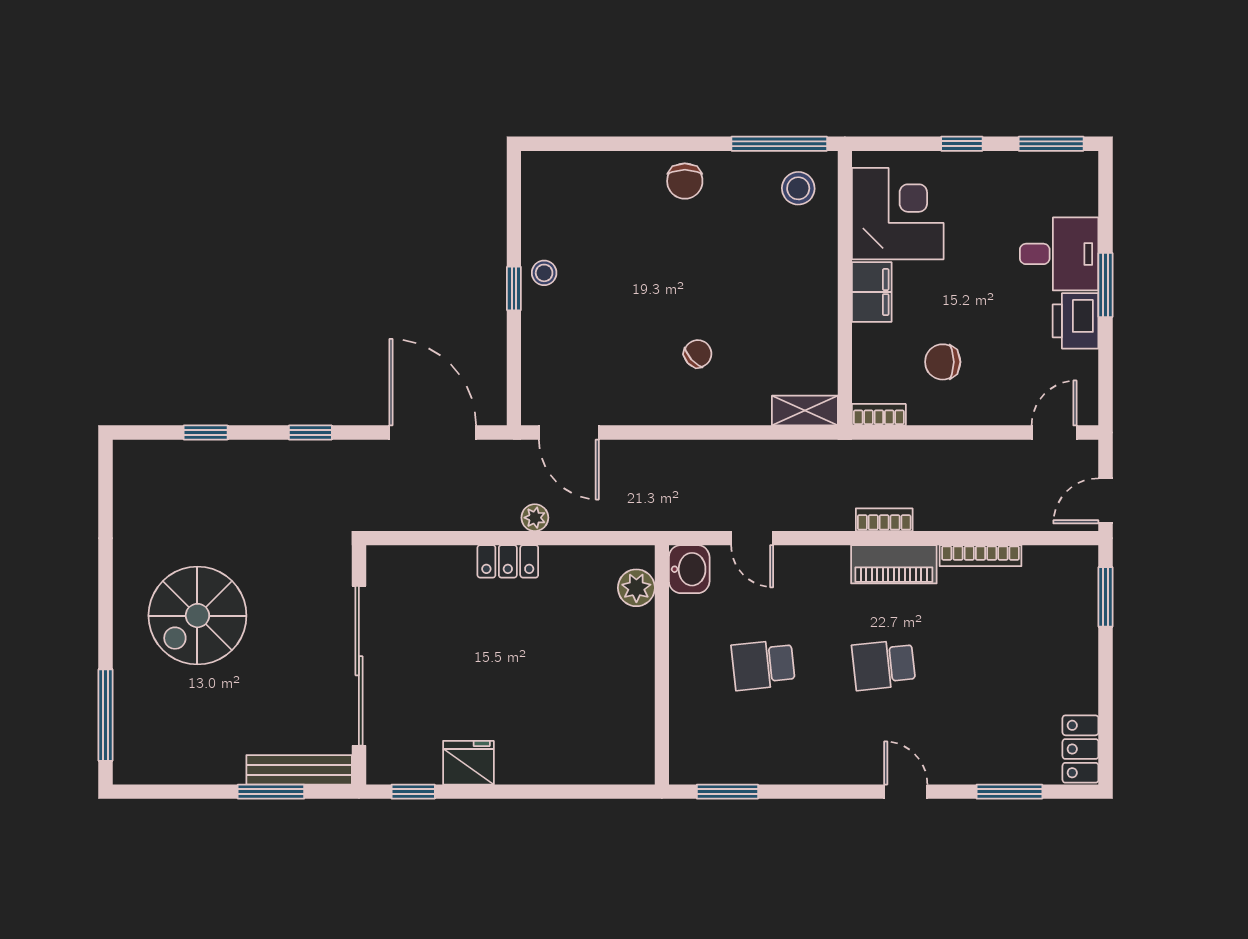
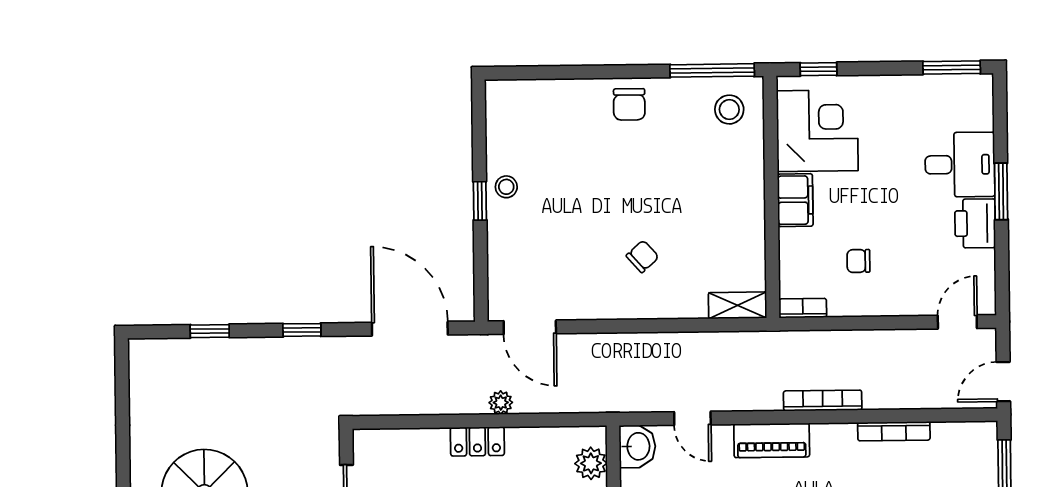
window: (962, 144) -> (818, 69), moved
chair: (943, 362) -> (858, 261), width x0.73, depth x0.73
bookcase: (884, 520) -> (823, 400), width x1.56
piano: (894, 564) -> (772, 440), moved

